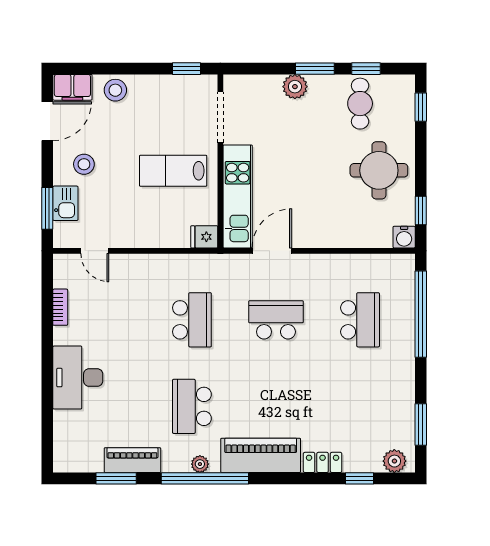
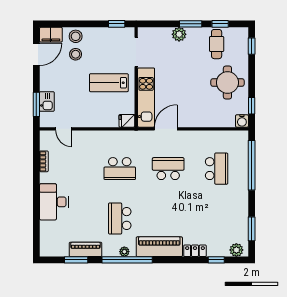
stool: (84, 164) -> (76, 54), moved
school desk: (192, 320) -> (120, 169), turned 90

